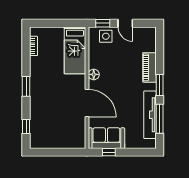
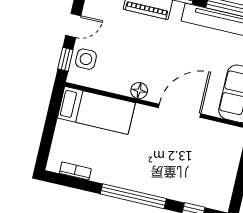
window: (26, 86) -> (133, 196), width x2.11

